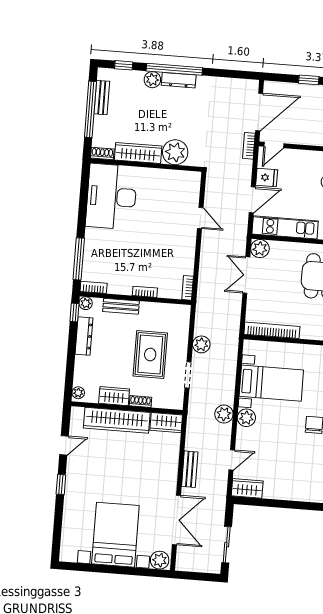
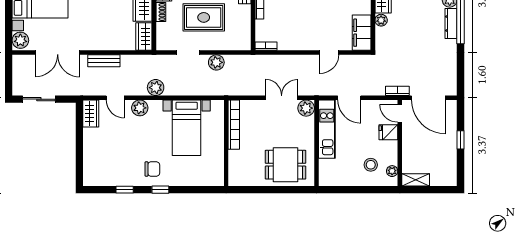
plant: (175, 152) -> (381, 20), width x0.53, depth x0.53
fridge: (267, 178) -> (388, 132), moved, turned 90
filing cabinet: (181, 180) -> (362, 33), added
plant: (246, 418) -> (140, 108), moved

